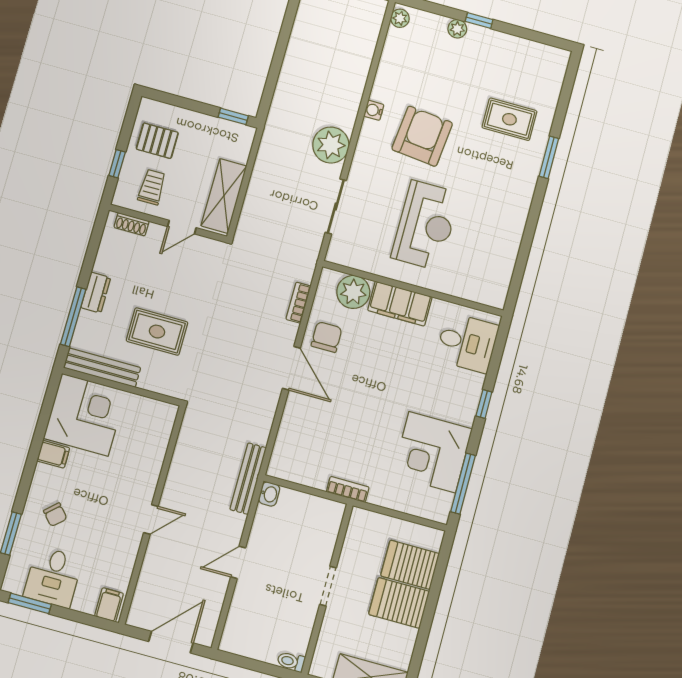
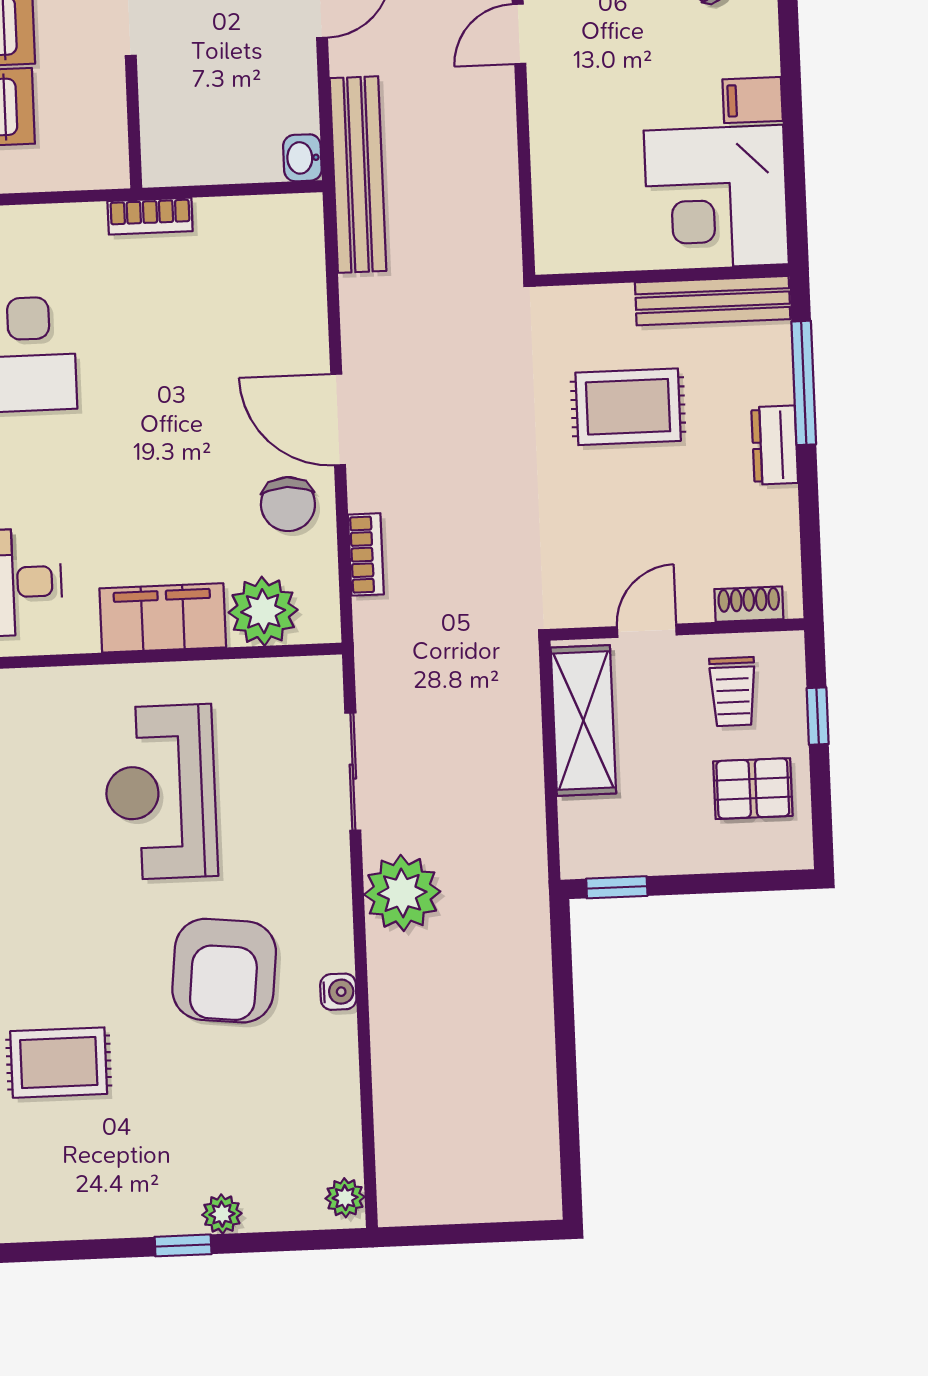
bench: (248, 479) -> (358, 175), width x1.37, depth x1.21

